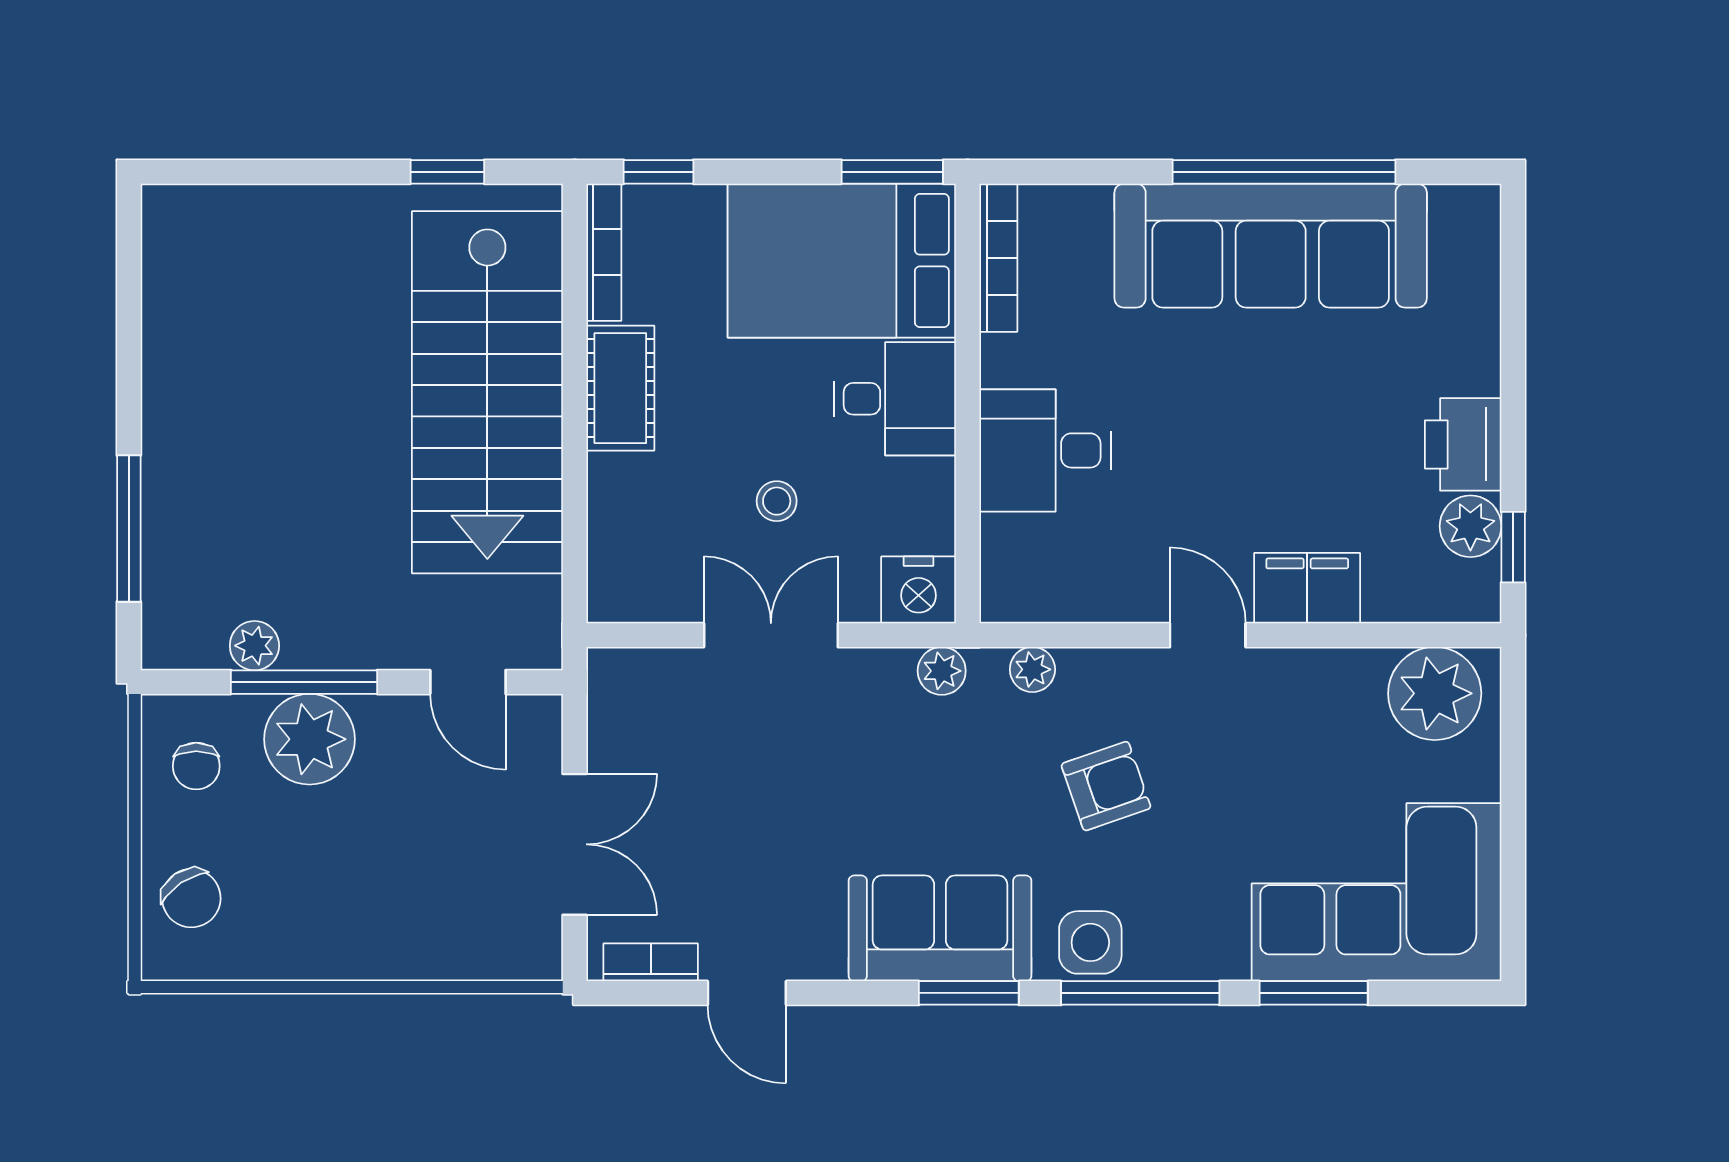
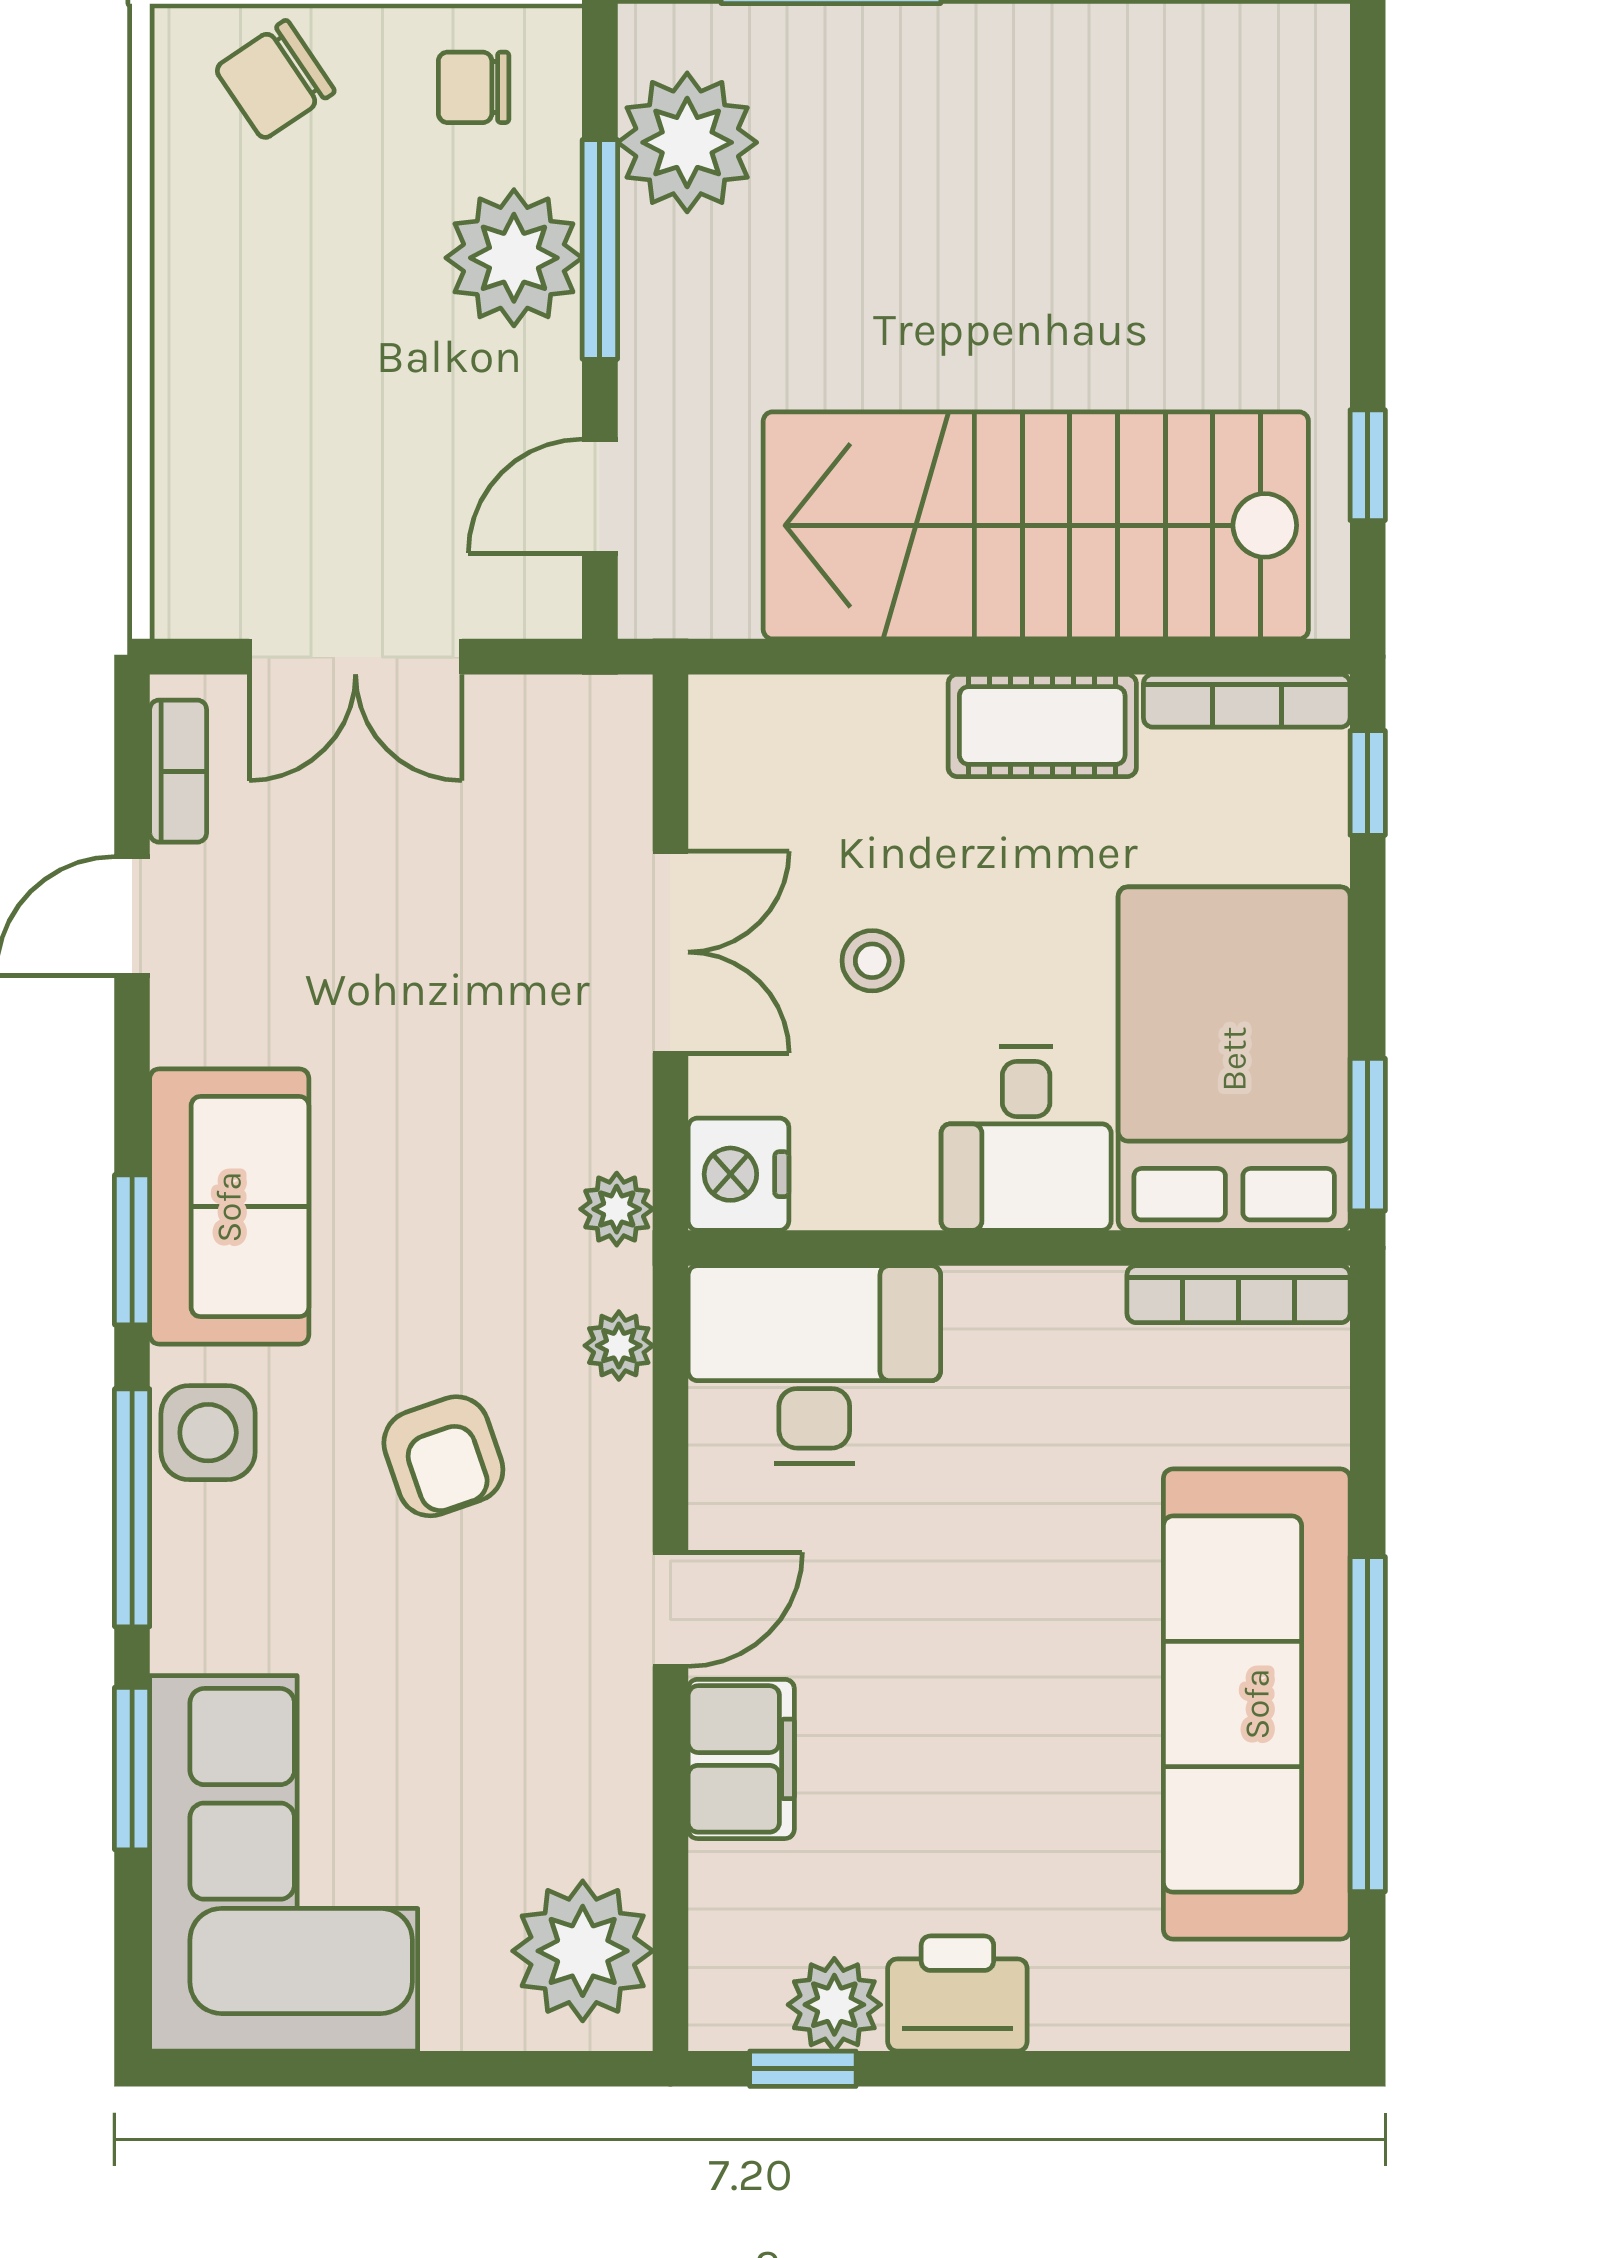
desk: (1045, 450) -> (814, 1365), moved, width x1.37
plant: (254, 646) -> (687, 142), width x1.88, depth x1.88

